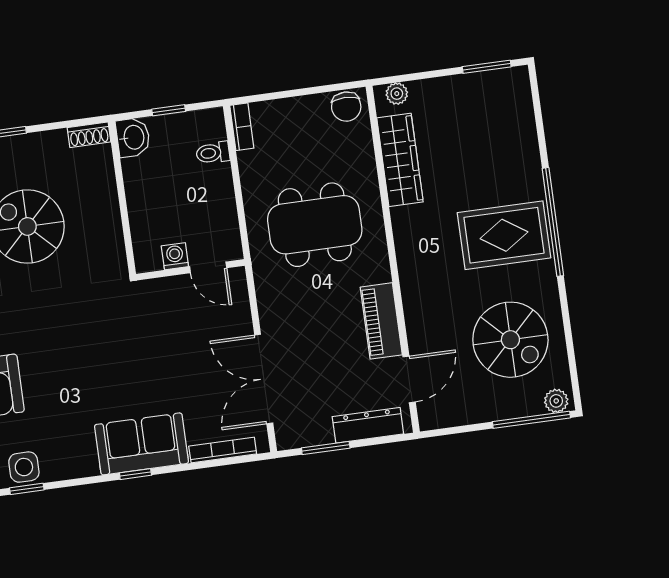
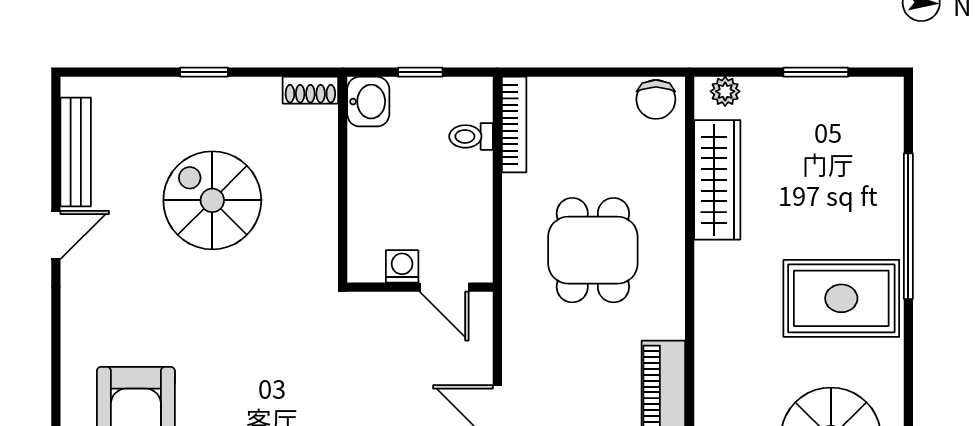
window: (487, 67) -> (816, 72), moved
bookcase: (242, 127) -> (514, 124), width x1.56
window: (553, 222) -> (908, 226), moved
dining table: (315, 225) -> (593, 250), width x0.73

